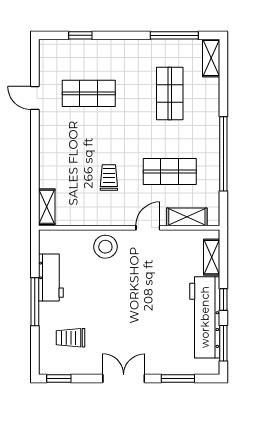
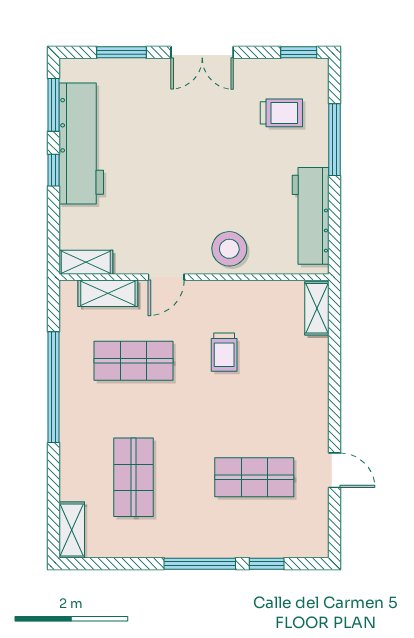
window: (174, 35) -> (200, 564), moved
shelving: (212, 257) -> (86, 262), moved, turned 90
workbench: (51, 278) -> (311, 216), width x1.38
window: (35, 302) -> (334, 140), moved

